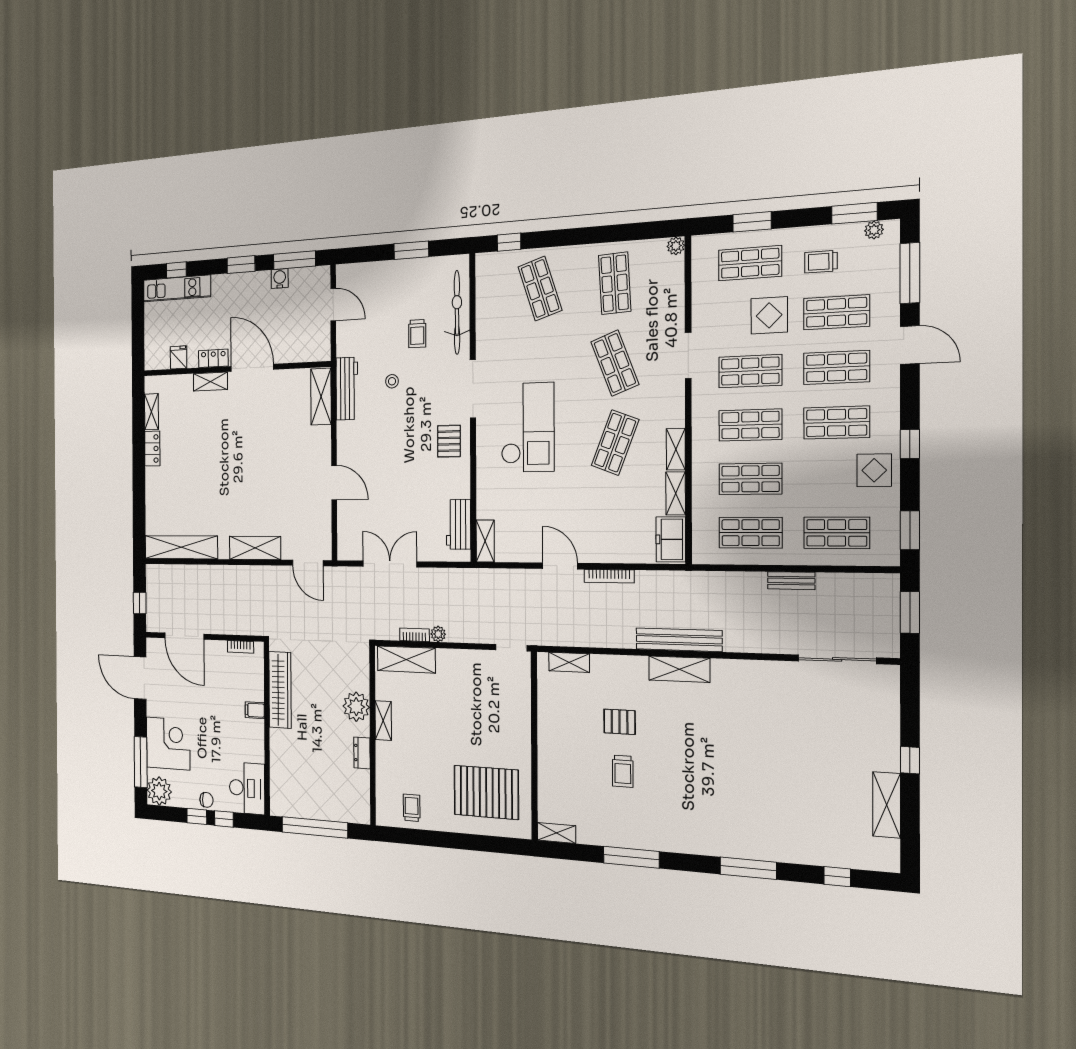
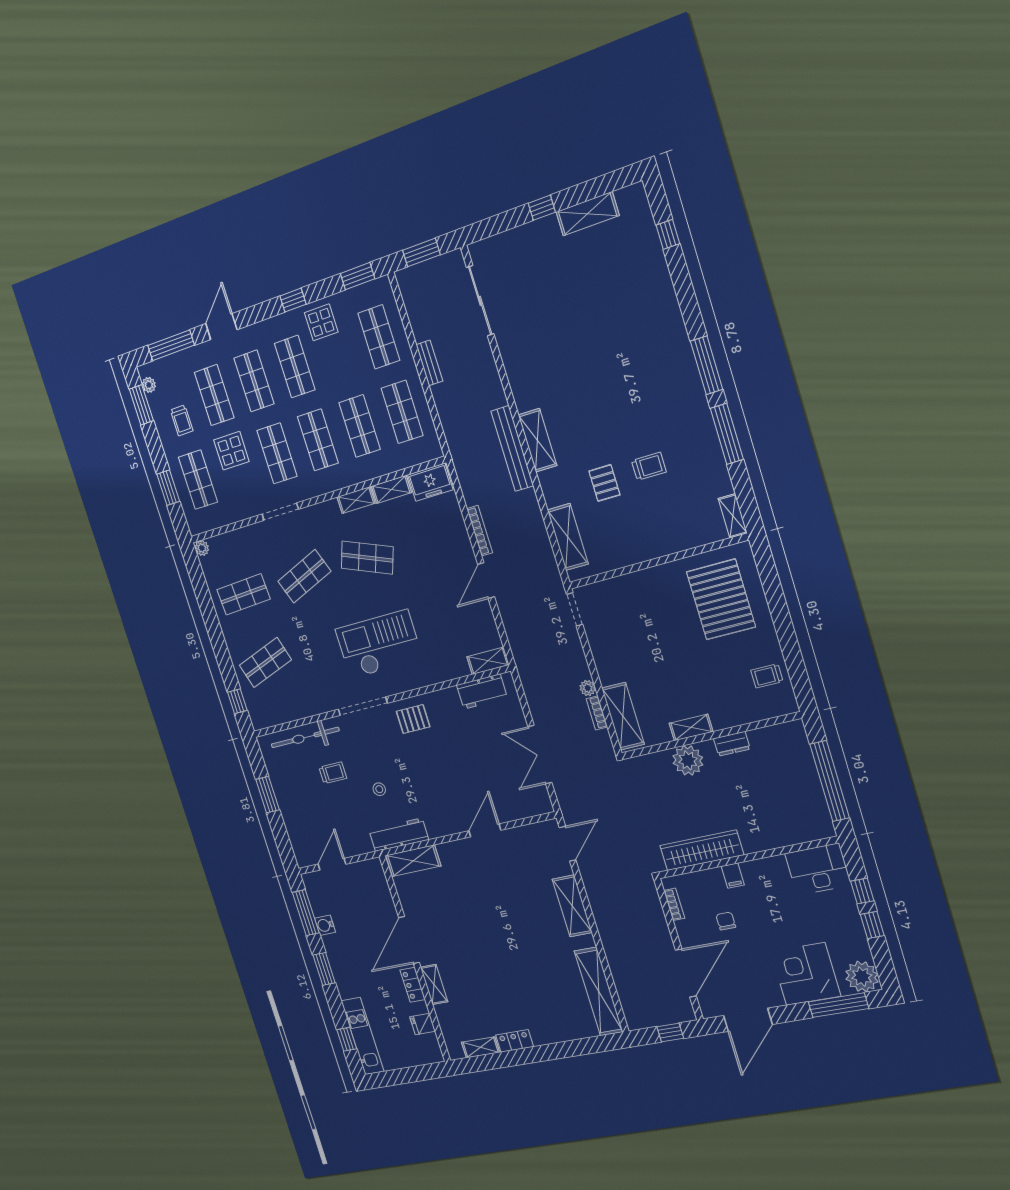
shelving: (569, 662) -> (568, 537), width x1.50, depth x1.33
chair: (206, 800) -> (726, 921), moved
window: (748, 868) -> (707, 365), moved

